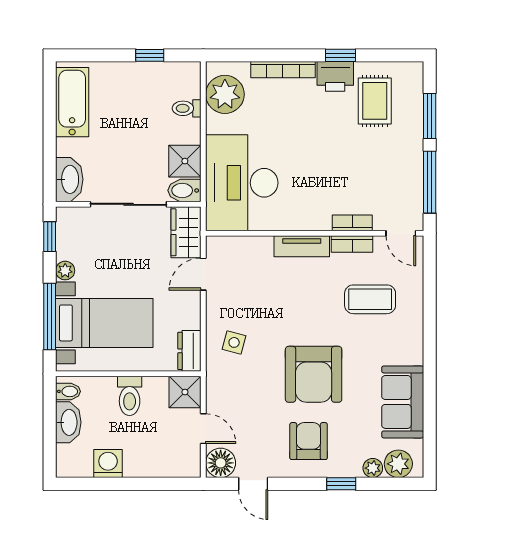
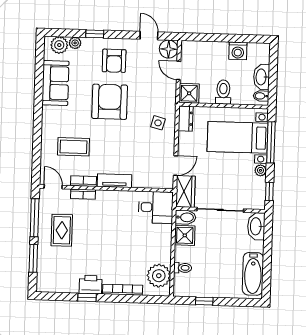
rug: (375, 101) -> (62, 230), moved
desk: (242, 183) -> (156, 207), width x0.53, depth x0.77

